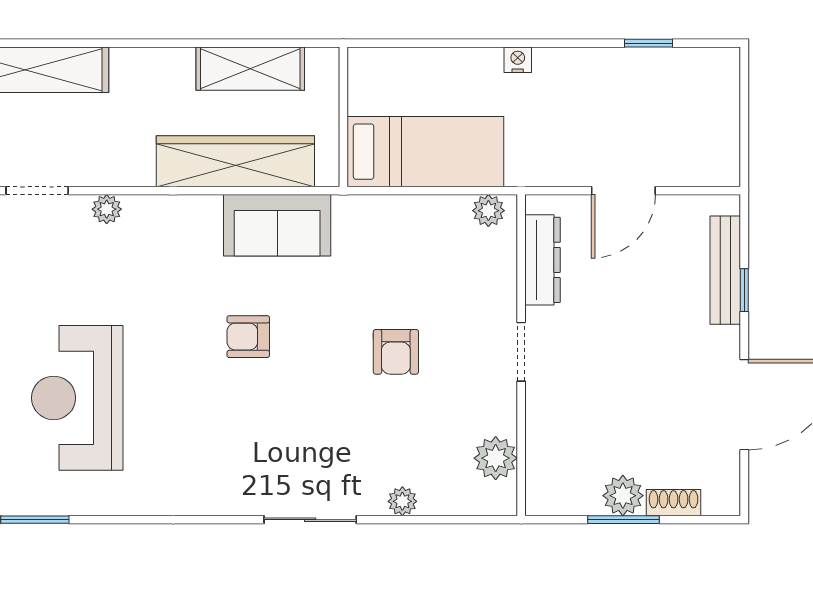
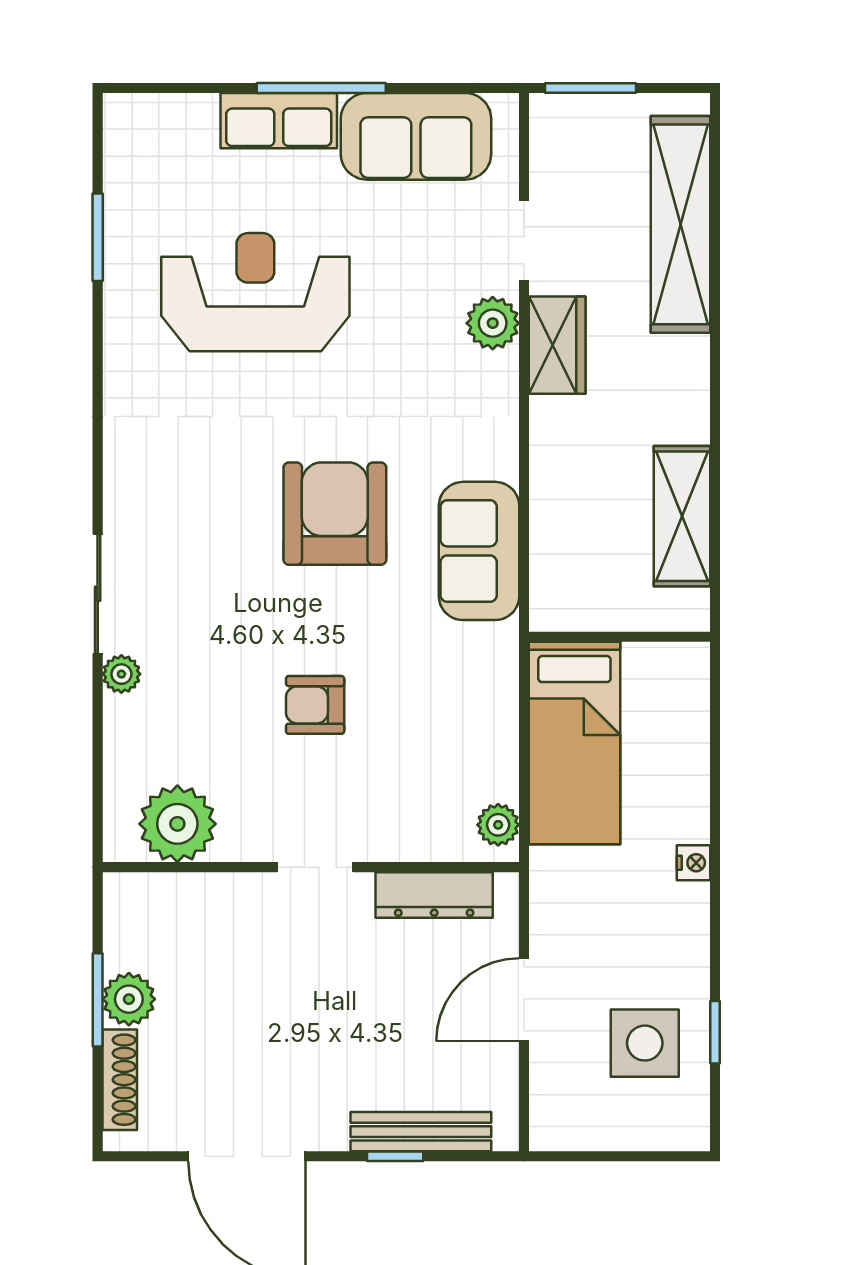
side table: (657, 97) -> (645, 1043), added
wardrobe: (235, 161) -> (557, 345), moved, width x0.48, depth x0.85
door: (623, 191) -> (524, 1000), hinge flipped
plant: (107, 209) -> (493, 323), width x1.38, depth x1.38
armchair: (248, 337) -> (335, 514), width x1.88, depth x1.88
plant: (496, 458) -> (177, 824), width x1.36, depth x1.36
plant: (402, 501) -> (121, 674), moved
shoe rack: (674, 503) -> (120, 1080), width x1.43

